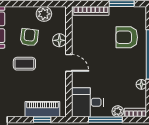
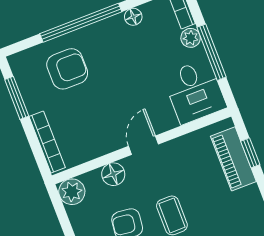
plant: (44, 14) -> (72, 192), moved
armchair: (127, 37) -> (67, 69), turned -90

